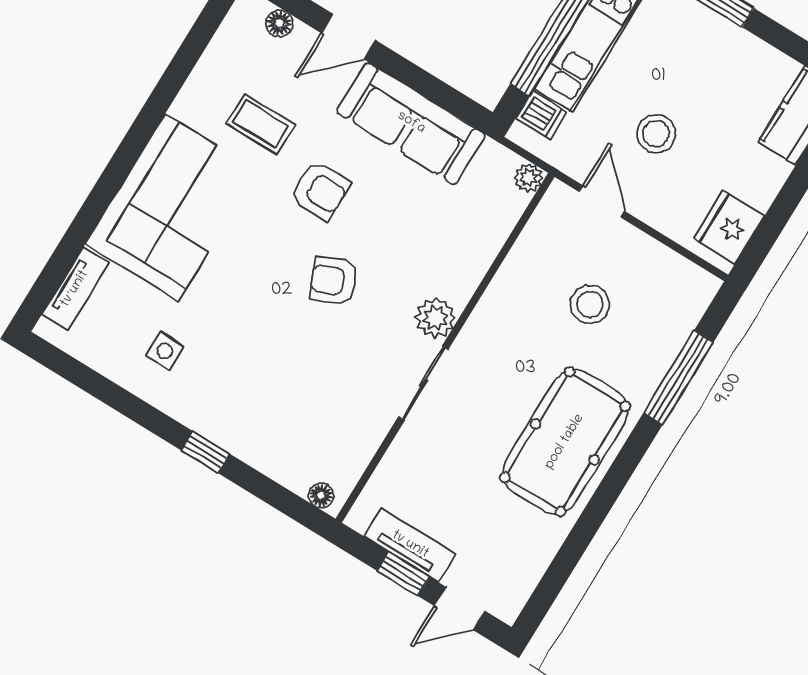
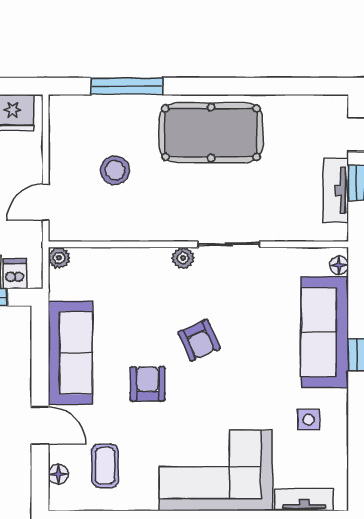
coffee table: (261, 124) -> (105, 466), moved
plant: (435, 318) -> (183, 258), width x0.73, depth x0.73
sofa: (254, 431) -> (325, 332), added

